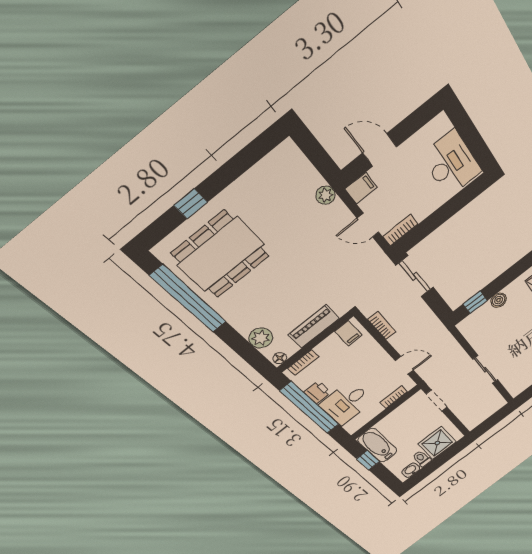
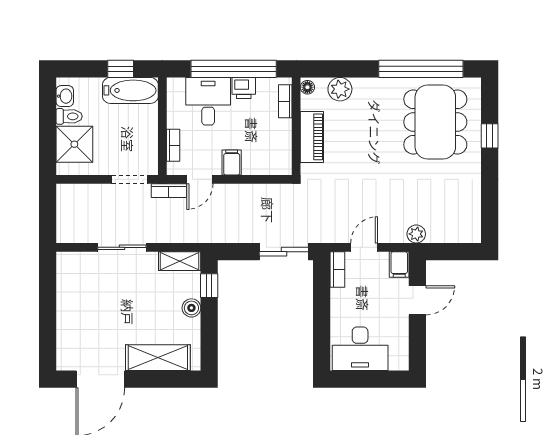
bookcase: (382, 326) -> (169, 191), moved
shelving: (471, 332) -> (180, 261), added
filing cabinet: (348, 333) -> (232, 162), moved, turned 90

